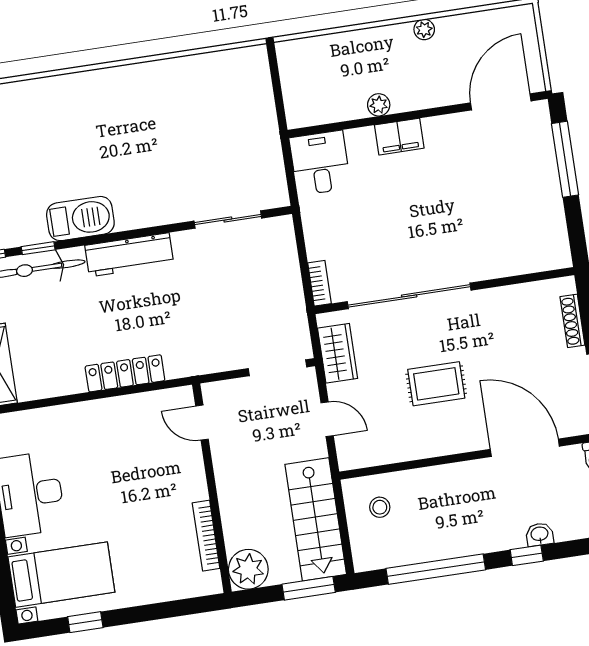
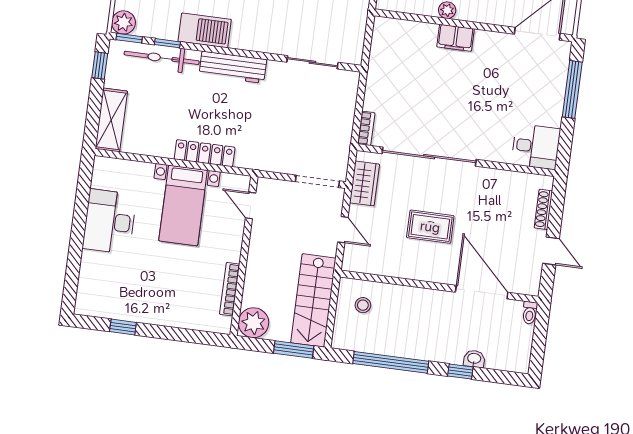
desk: (320, 163) -> (536, 147), moved, turned 90
bed with nightstands: (61, 575) -> (183, 205), moved, turned 90

